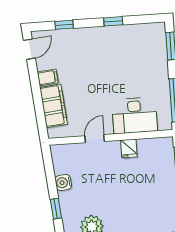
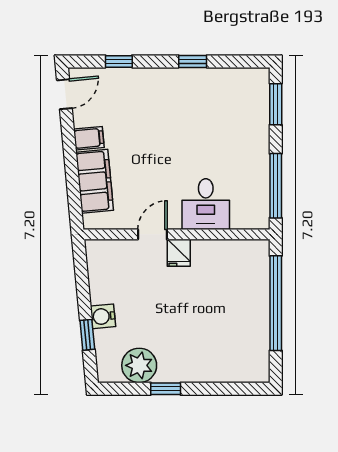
desk: (135, 116) -> (206, 204), width x0.73
fridge: (129, 148) -> (179, 253), moved
water cooler: (63, 183) -> (103, 316), moved

